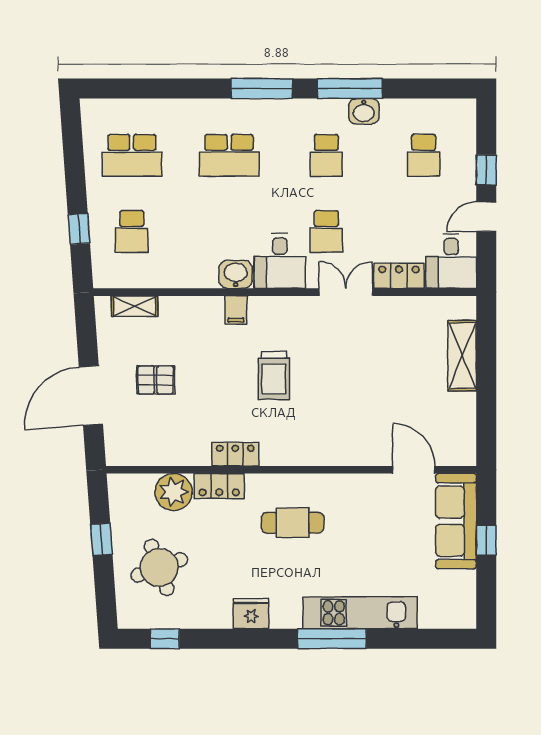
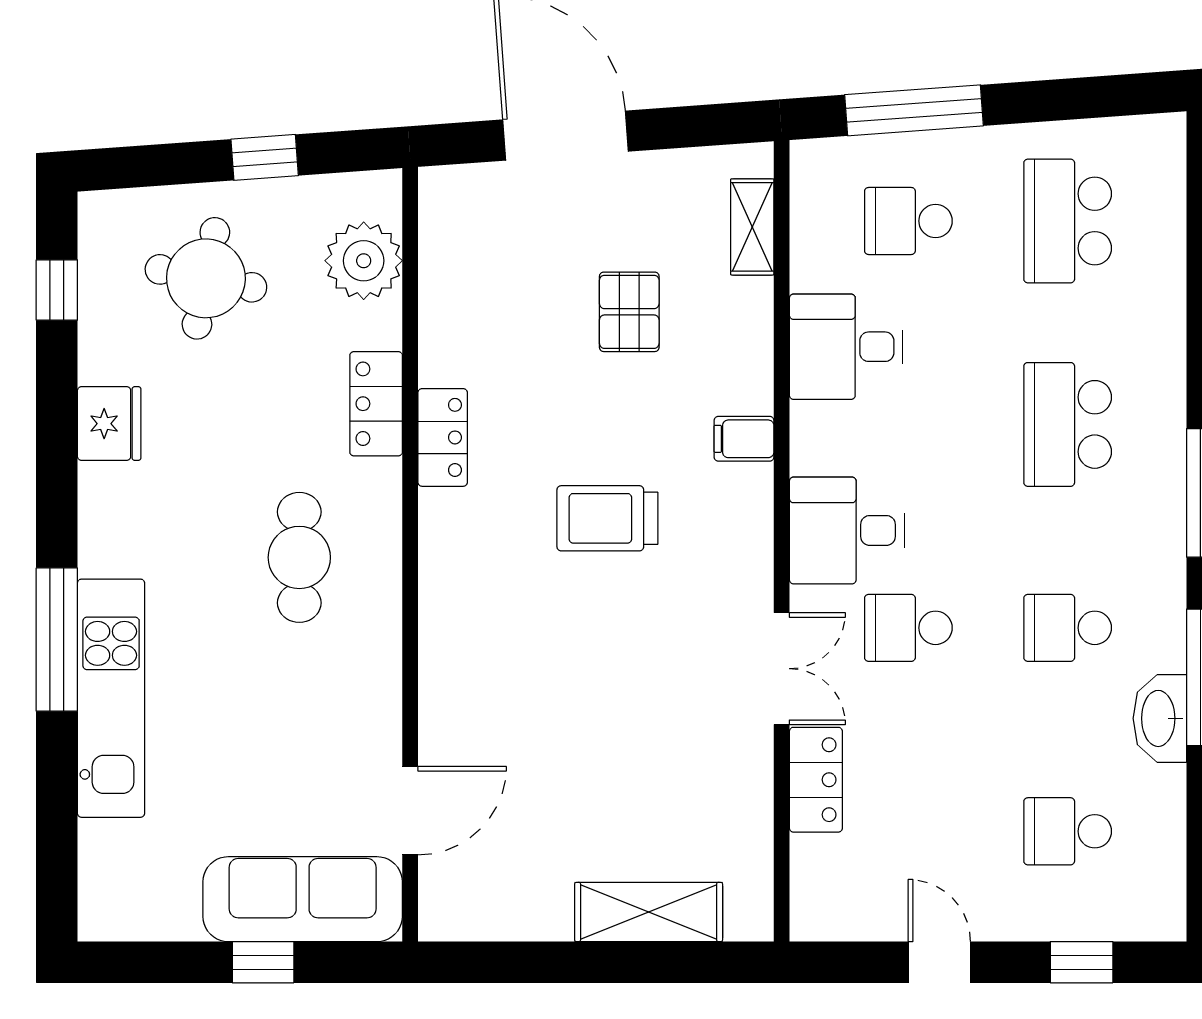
washbasin: (364, 111) -> (1160, 718), width x1.38
window: (486, 170) -> (1082, 962), moved
window: (79, 229) -> (914, 110), width x2.17
desk: (451, 261) -> (846, 347), moved
washbasin: (236, 274) -> (819, 438), removed
pallet: (156, 380) -> (629, 312), moved
plant: (174, 492) -> (364, 261), moved
round table: (159, 567) -> (206, 278), turned 31
fridge: (251, 614) -> (109, 424), moved

